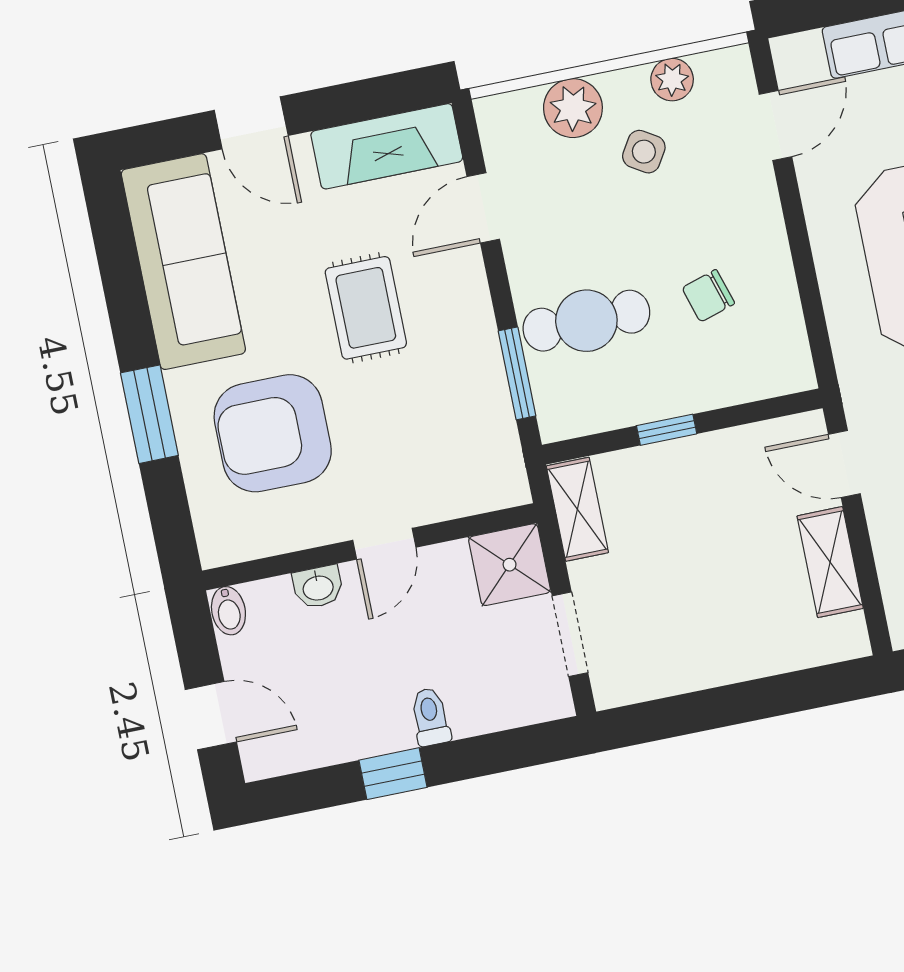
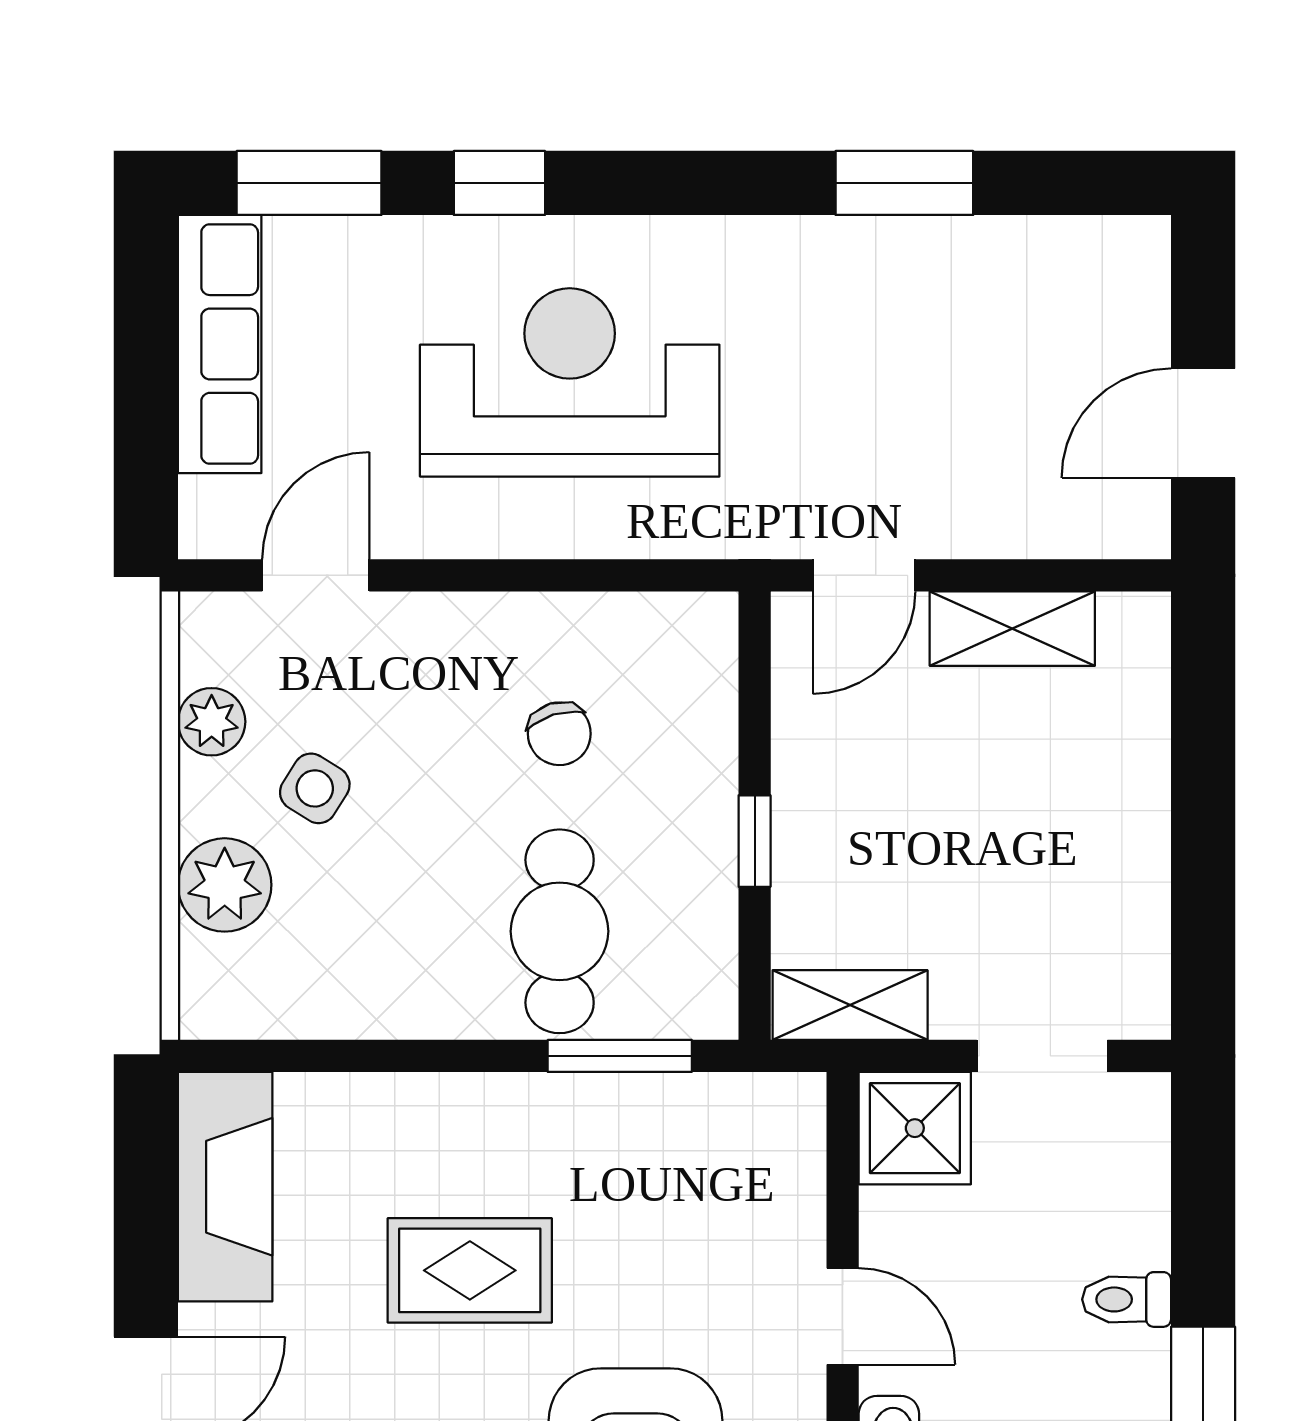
door: (775, 126) -> (316, 575), hinge flipped
door: (483, 208) -> (351, 1056), removed

